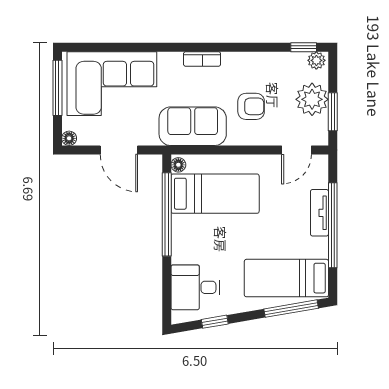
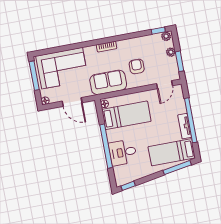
plant: (312, 99) -> (171, 52), width x0.53, depth x0.53
armchair: (251, 106) -> (137, 66), turned -90
tv unit: (319, 213) -> (185, 126), moved
window: (167, 214) -> (106, 146), moved
desk: (195, 287) -> (123, 152), moved
window: (215, 322) -> (128, 186), moved

